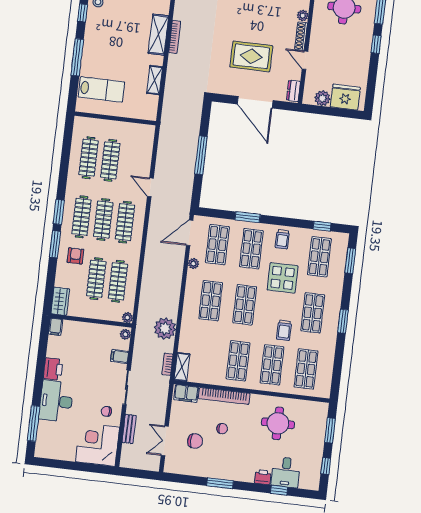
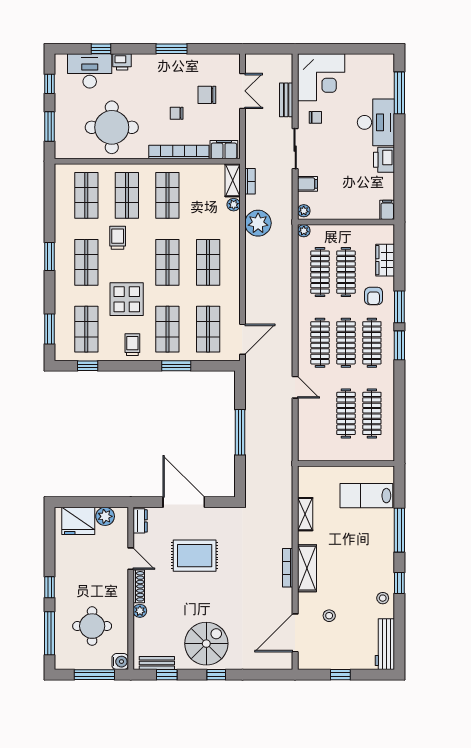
plant: (193, 264) -> (234, 205), moved
wardrobe: (60, 301) -> (385, 260), moved
round table: (278, 423) -> (112, 127), width x1.36, depth x1.36
desk: (286, 472) -> (90, 71), width x1.37

